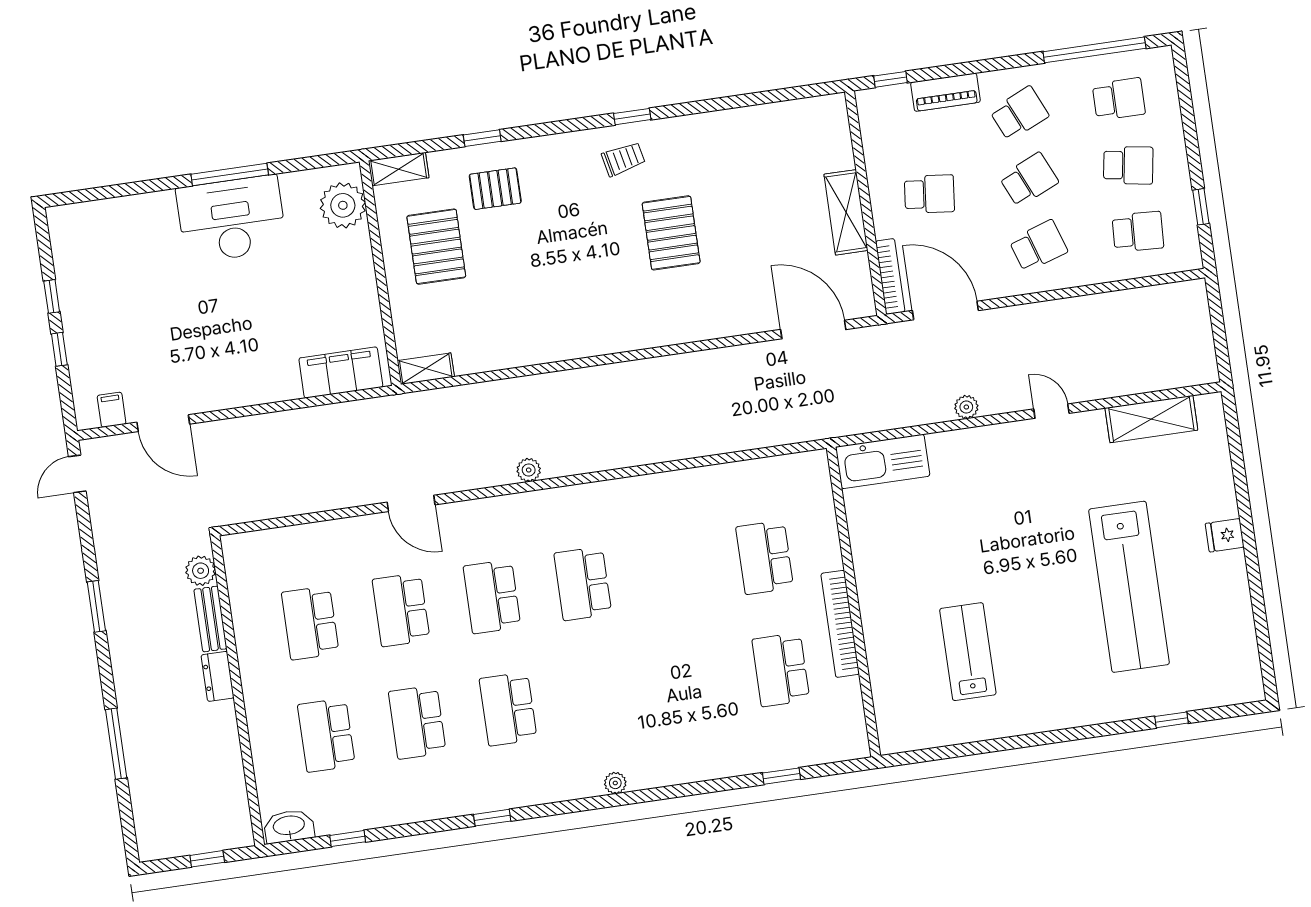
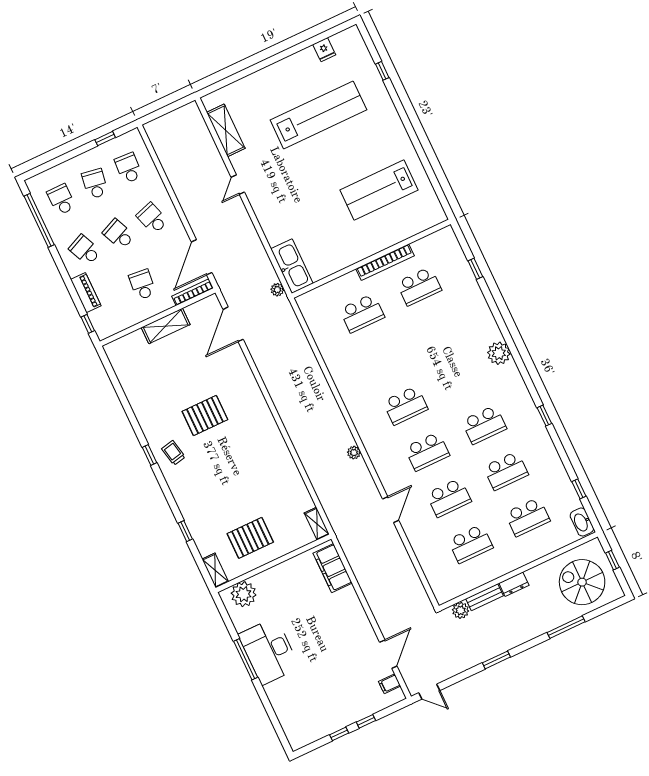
pallet: (495, 189) -> (210, 516), removed
plant: (966, 407) -> (277, 290), moved
fridge: (1225, 535) -> (324, 50), moved
lab bench: (968, 652) -> (379, 190), width x1.36, depth x1.39
plant: (615, 783) -> (499, 353), width x1.87, depth x1.87
spiral stairs: (185, 795) -> (582, 582), added

